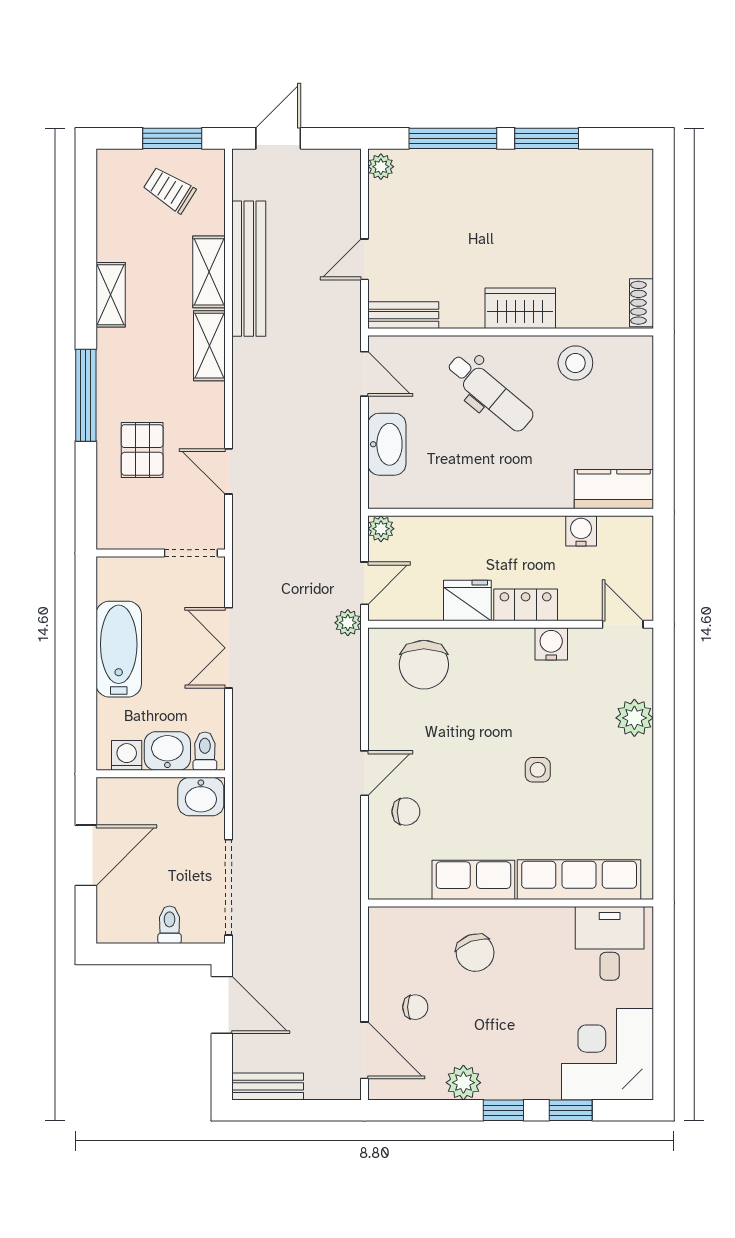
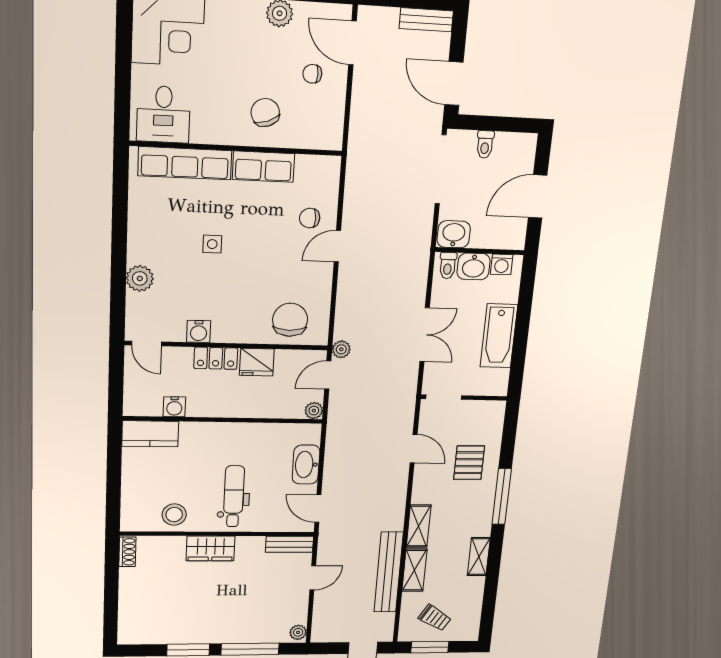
dental chair: (490, 393) -> (234, 496), turned 50

